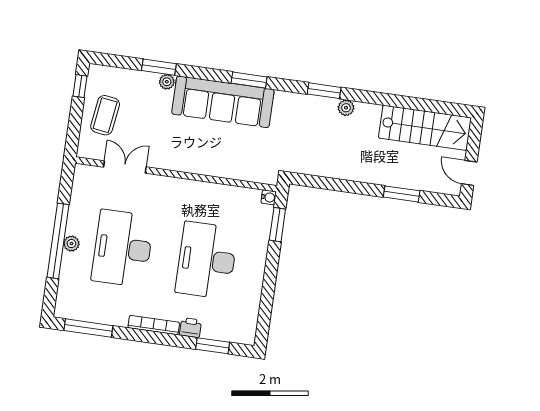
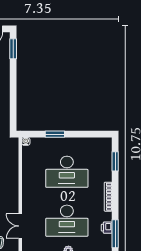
window: (402, 194) -> (13, 49), moved
window: (277, 225) -> (55, 134), moved
printer: (190, 328) -> (107, 228), moved

